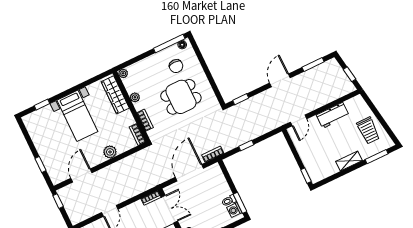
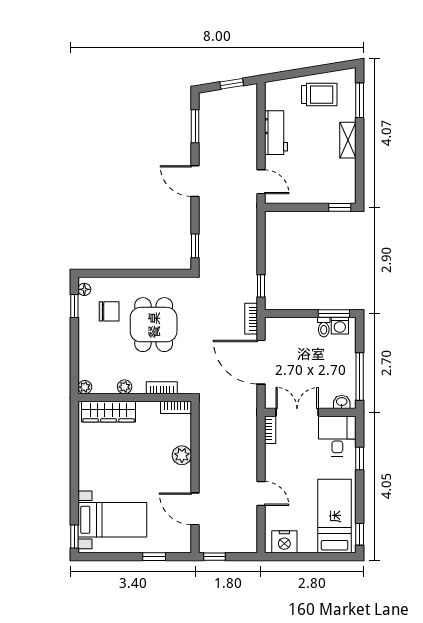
window: (169, 44) -> (74, 306), width x0.46
window: (42, 105) -> (74, 537), moved
bed with nightstands: (77, 116) -> (112, 520), moved
window: (246, 145) -> (261, 286), moved

